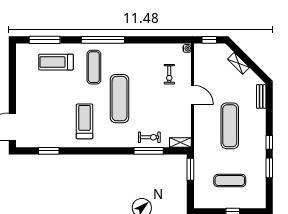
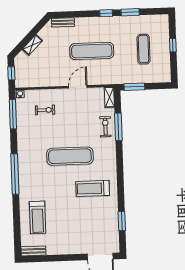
window: (45, 40) -> (13, 114), moved
bench: (21, 56) -> (33, 251), added
exercise mat: (94, 67) -> (41, 182), removed
door: (192, 95) -> (78, 87), moved

